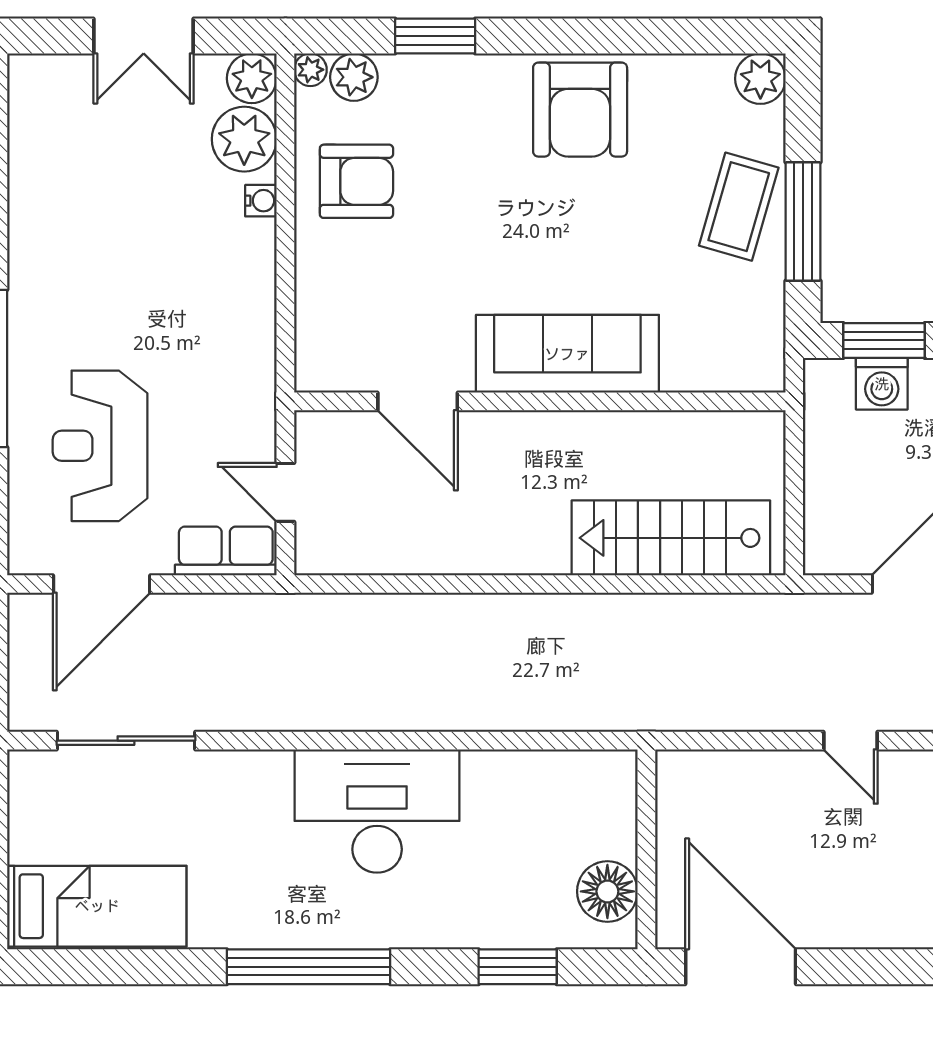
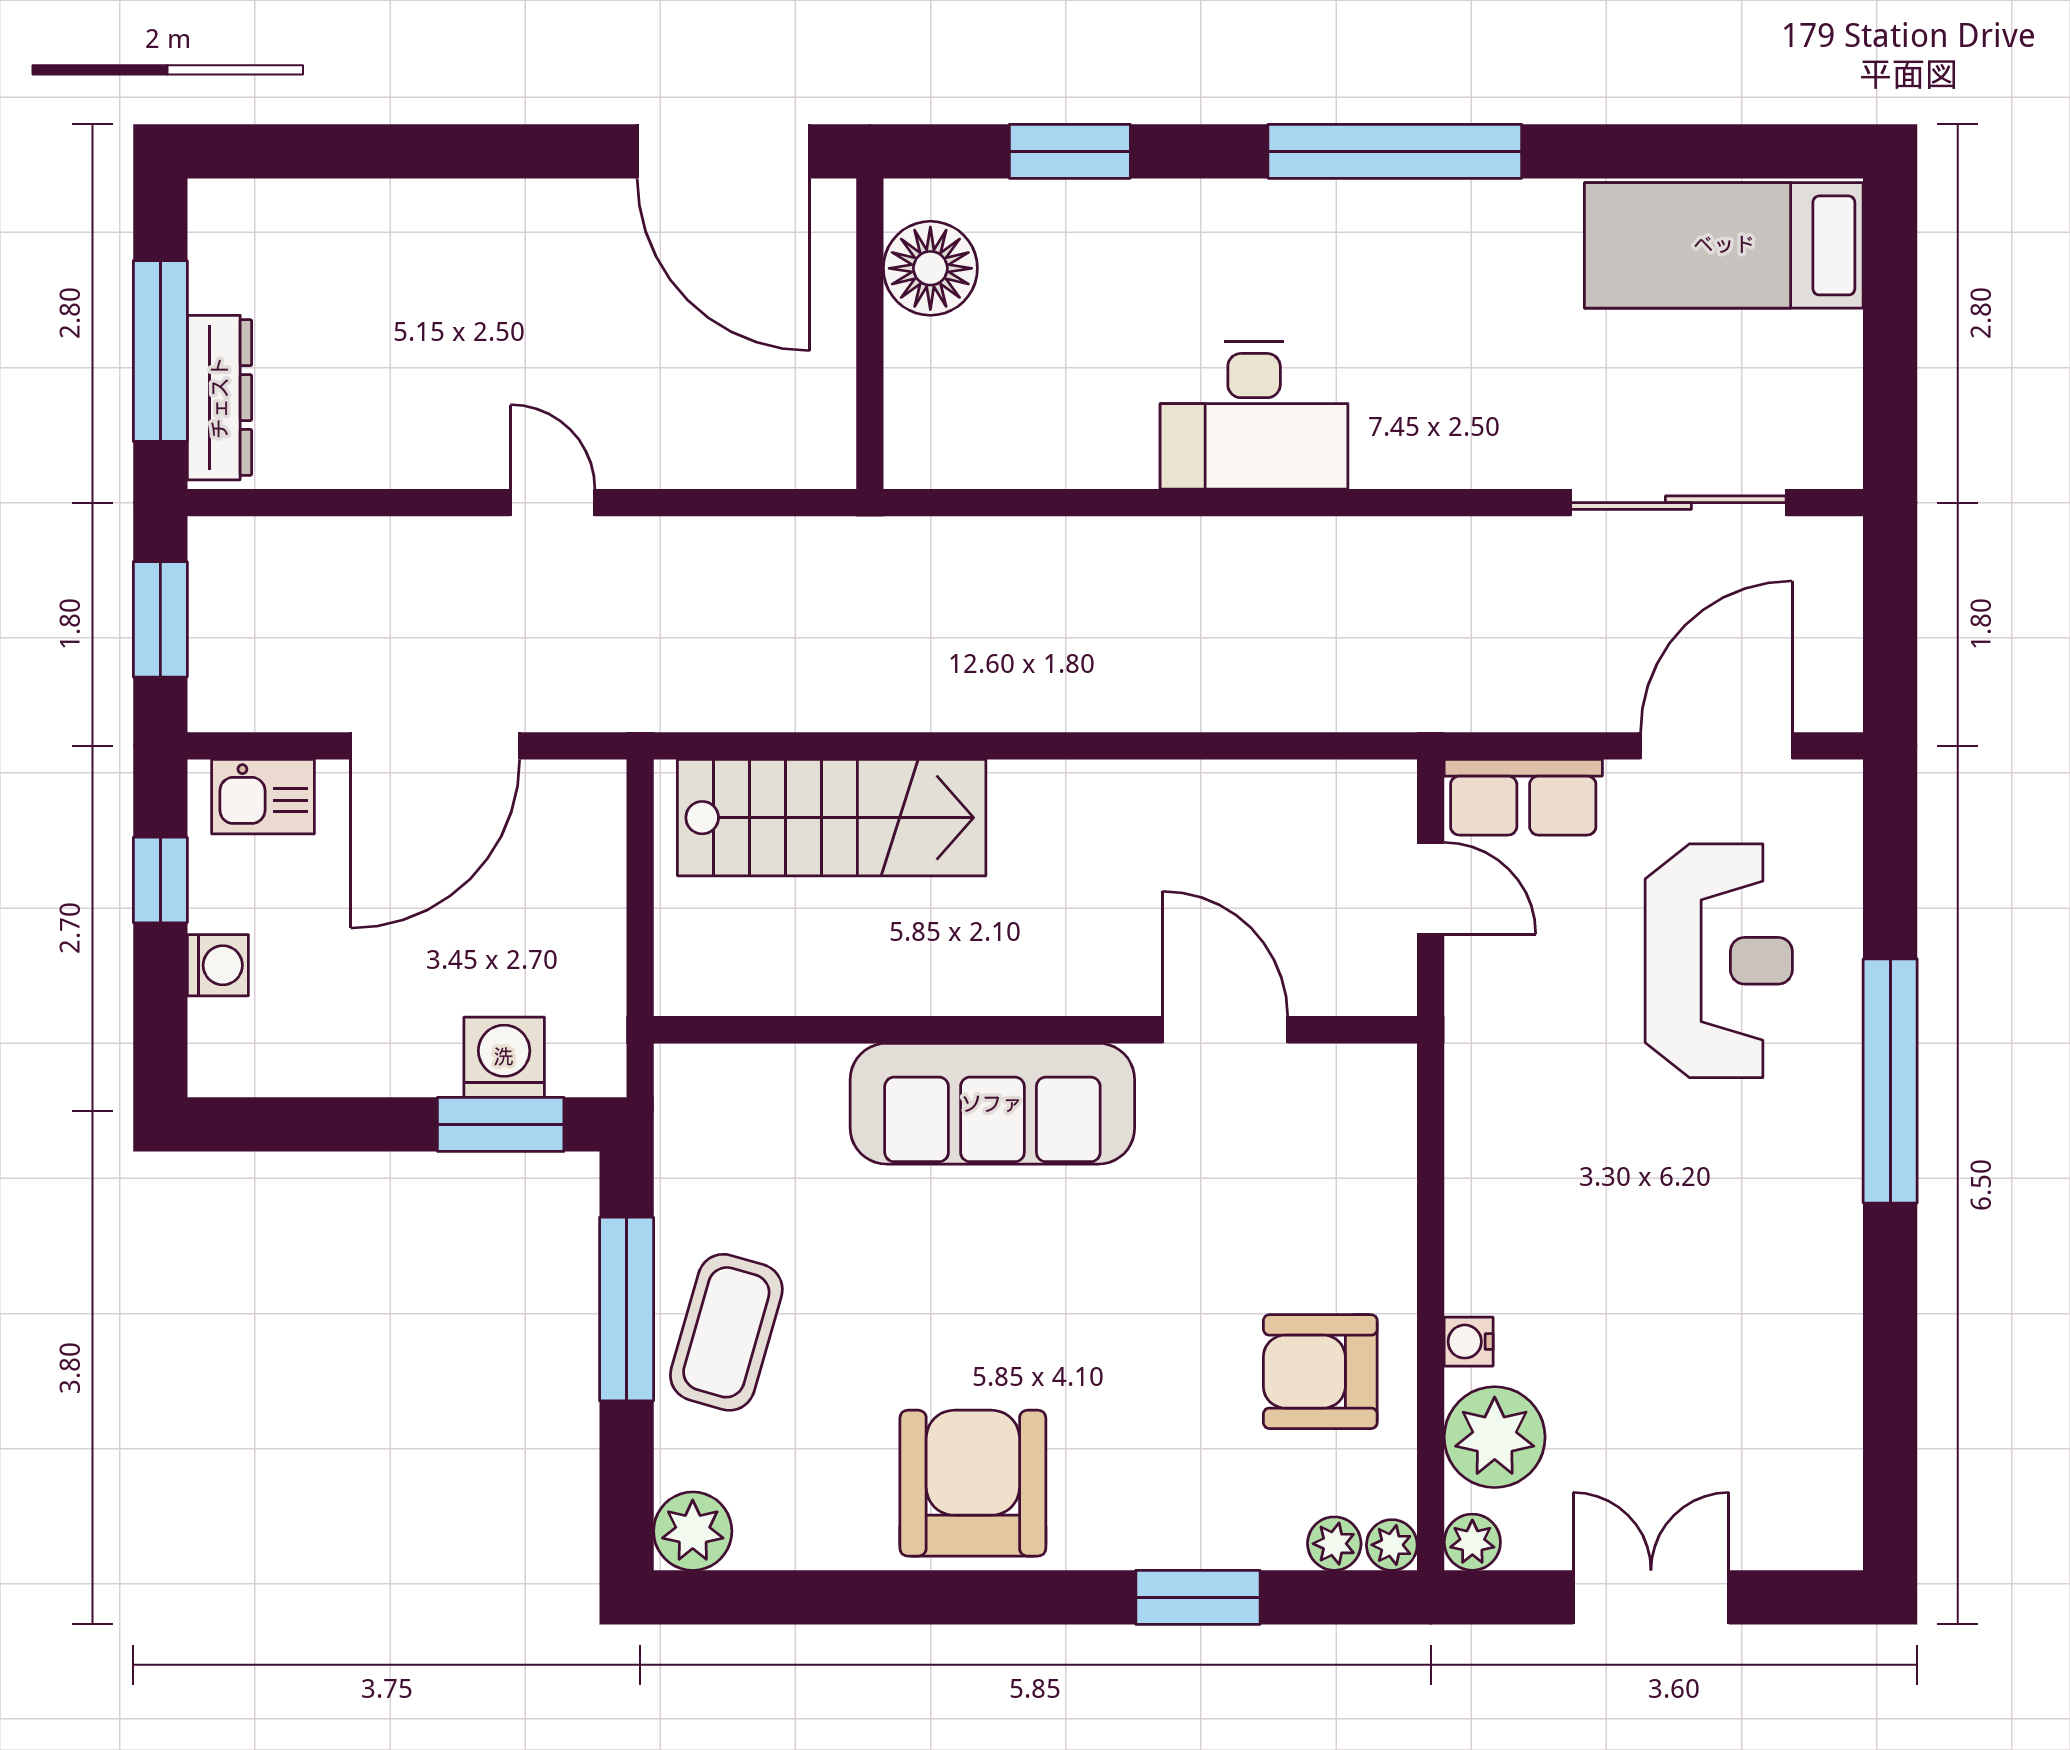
plant: (354, 77) -> (1334, 1544), width x0.73, depth x0.73
plant: (252, 78) -> (1472, 1542), width x0.73, depth x0.73
desk: (377, 811) -> (1254, 415), width x0.73, depth x0.77

